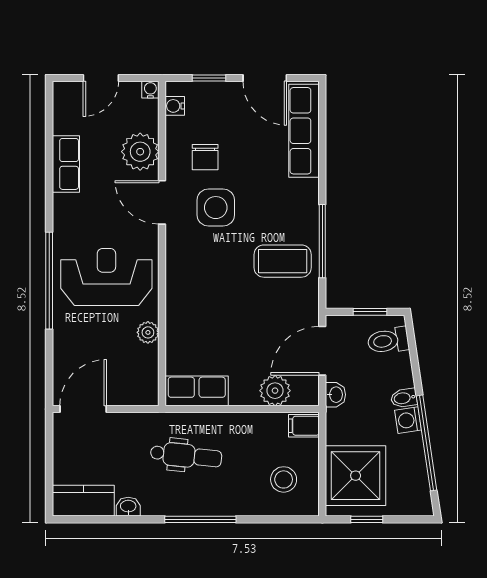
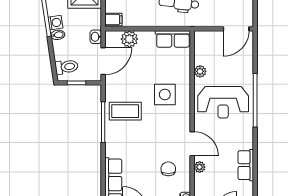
plant: (140, 152) -> (200, 167), width x0.53, depth x0.53
side table: (216, 208) -> (165, 94), moved

